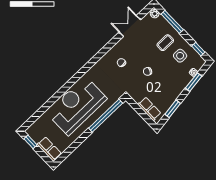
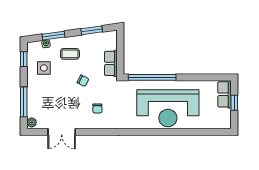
coffee table: (165, 43) -> (70, 54), moved
row of seats: (149, 109) -> (111, 63), moved
window: (30, 142) -> (234, 103), moved

